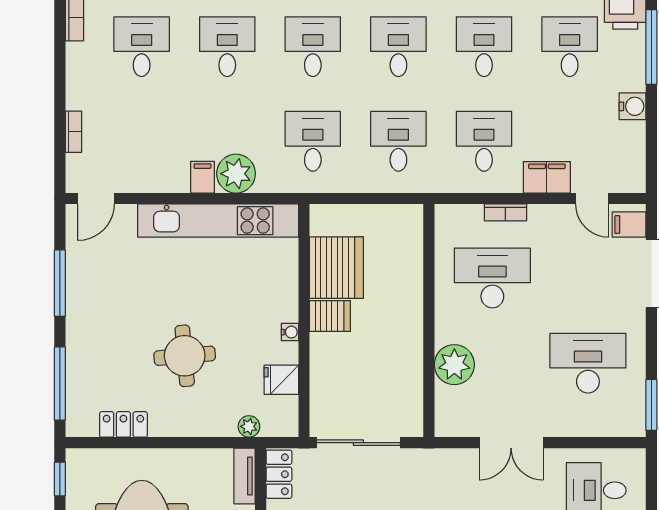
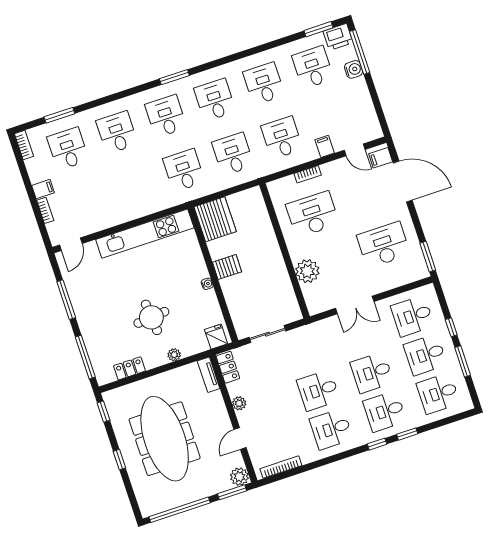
water cooler: (633, 106) -> (354, 69), moved
plant: (236, 174) -> (146, 203), removed
filing cabinet: (202, 177) -> (43, 189), moved, turned 90
filing cabinet: (547, 177) -> (325, 146), width x0.50
server rack: (336, 268) -> (215, 219), moved
fridge: (281, 380) -> (216, 337), moved, turned 90
plant: (249, 426) -> (174, 355), moved
sliding door: (358, 443) -> (267, 334), width x0.73

